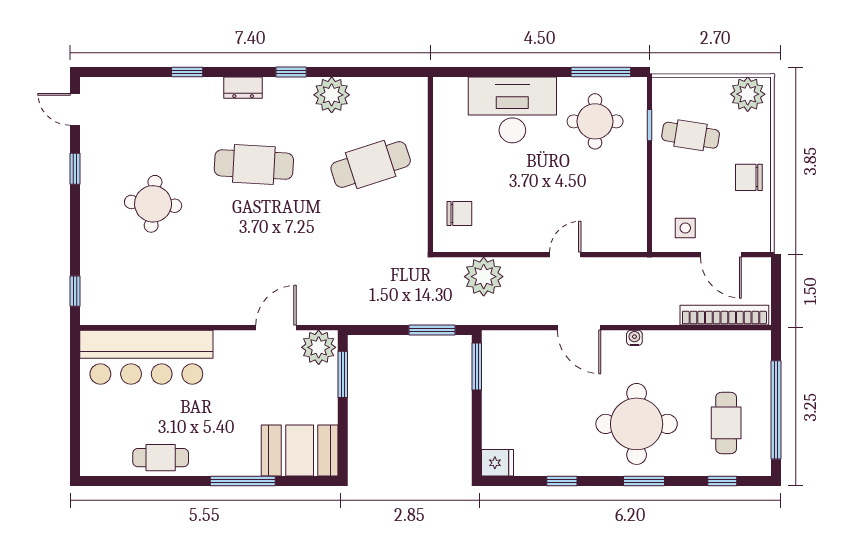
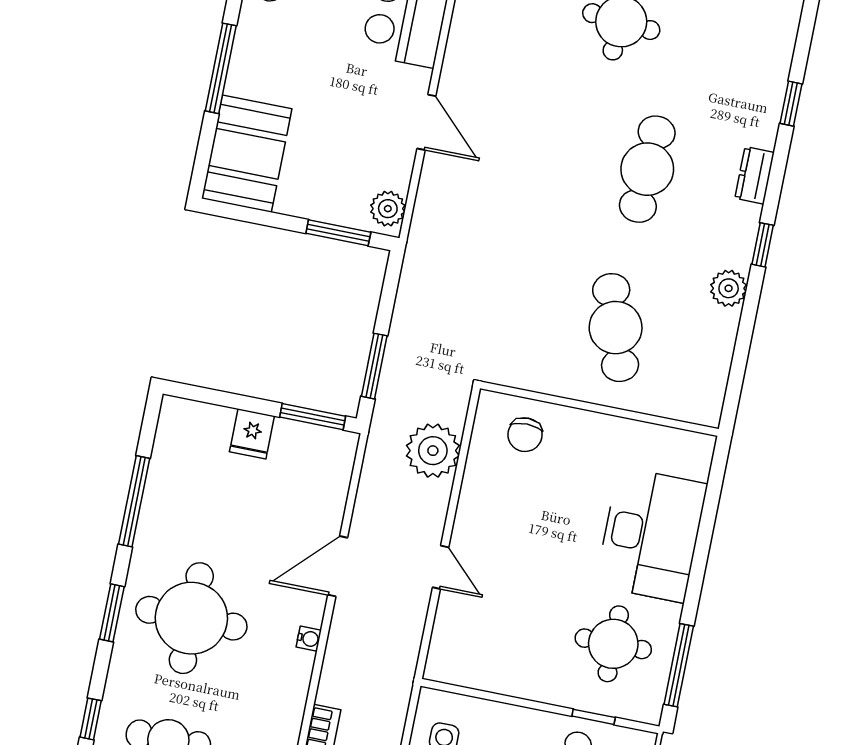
plant: (332, 95) -> (729, 288), width x0.73, depth x0.73
door: (276, 328) -> (426, 122), moved
plant: (319, 347) -> (388, 209), width x0.73, depth x0.73
fridge: (497, 463) -> (252, 434), moved
window: (562, 481) -> (134, 501), width x2.17

